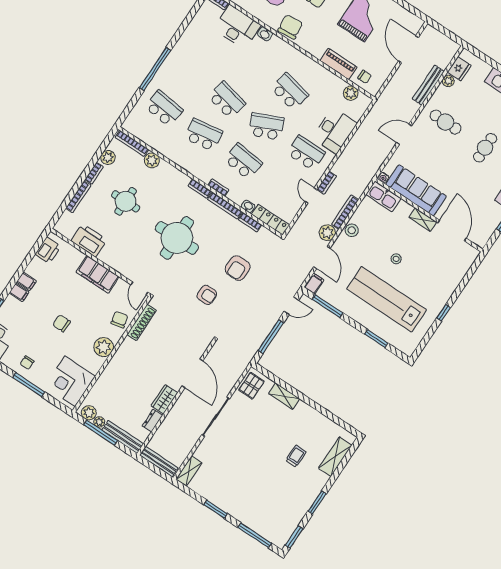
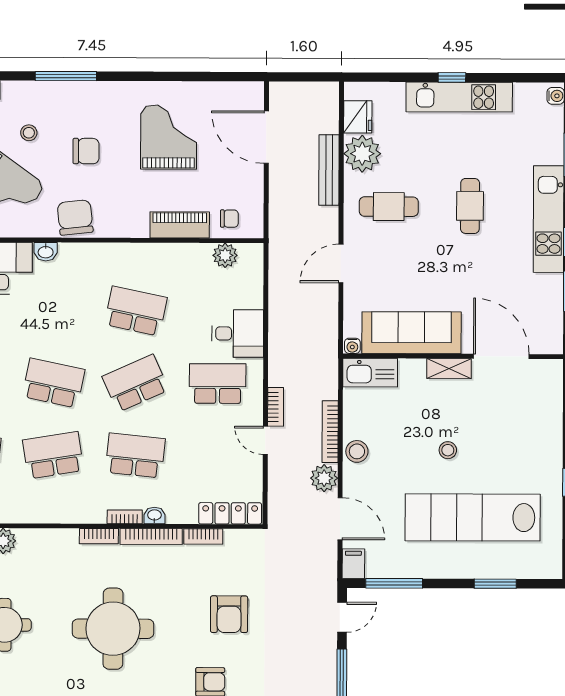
plant: (448, 81) -> (362, 154), width x1.88, depth x1.88
desk: (335, 131) -> (238, 333), width x0.73
washbasin: (248, 206) -> (154, 515), moved

